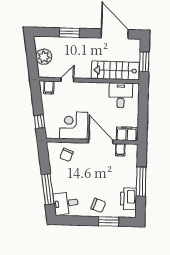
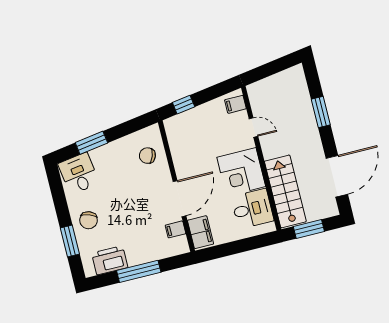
plant: (44, 57) -> (277, 85), removed
corner desk: (74, 125) -> (241, 172), moved, turned 180
window: (48, 189) -> (91, 143), width x0.69

